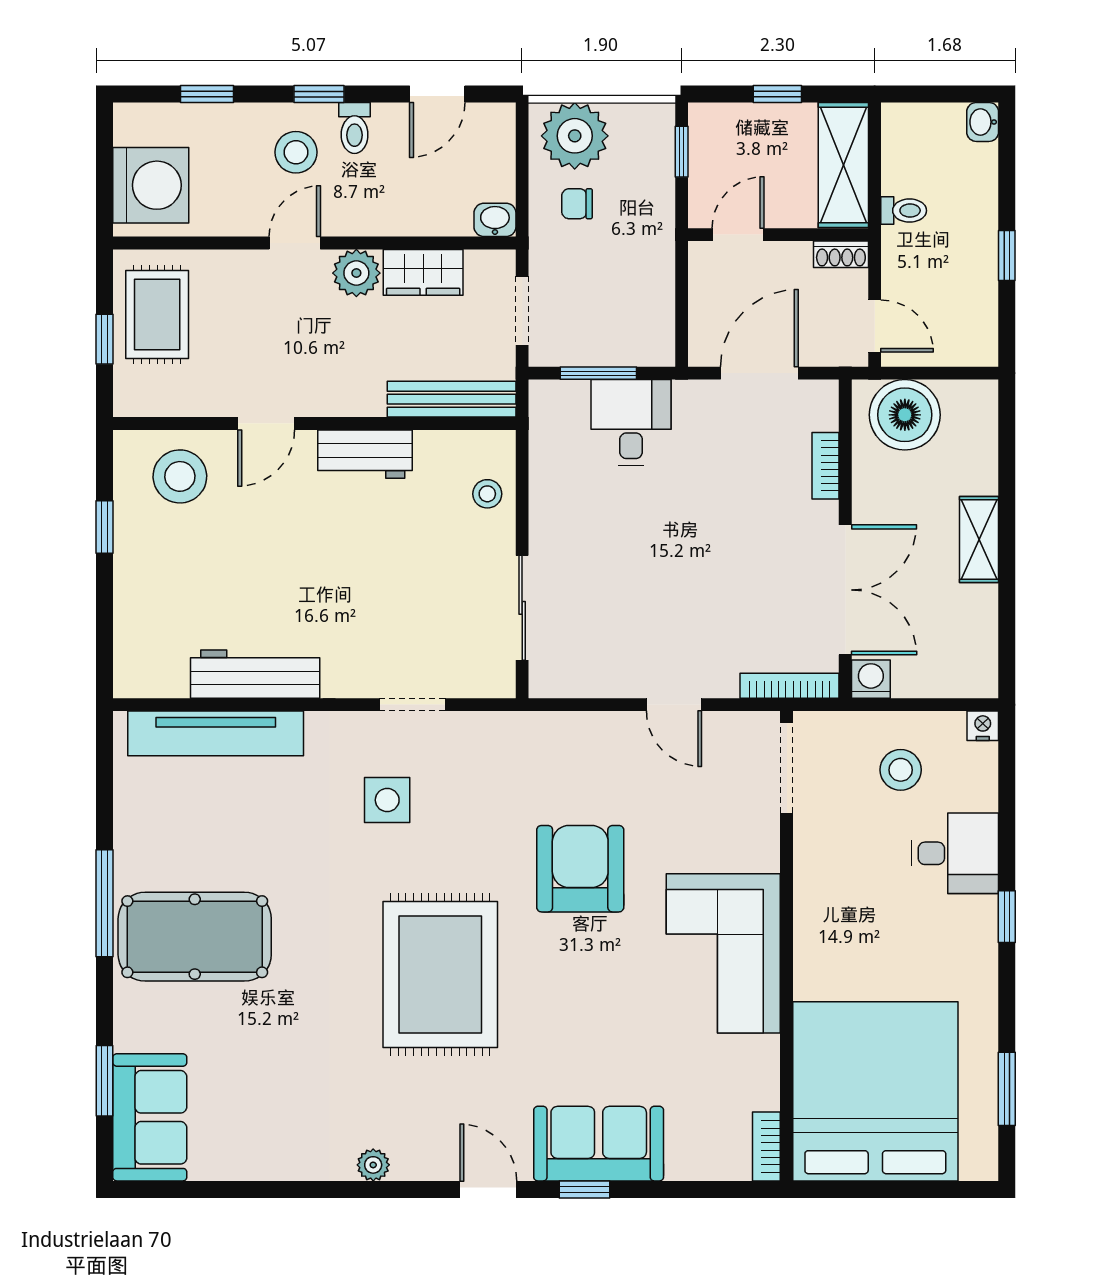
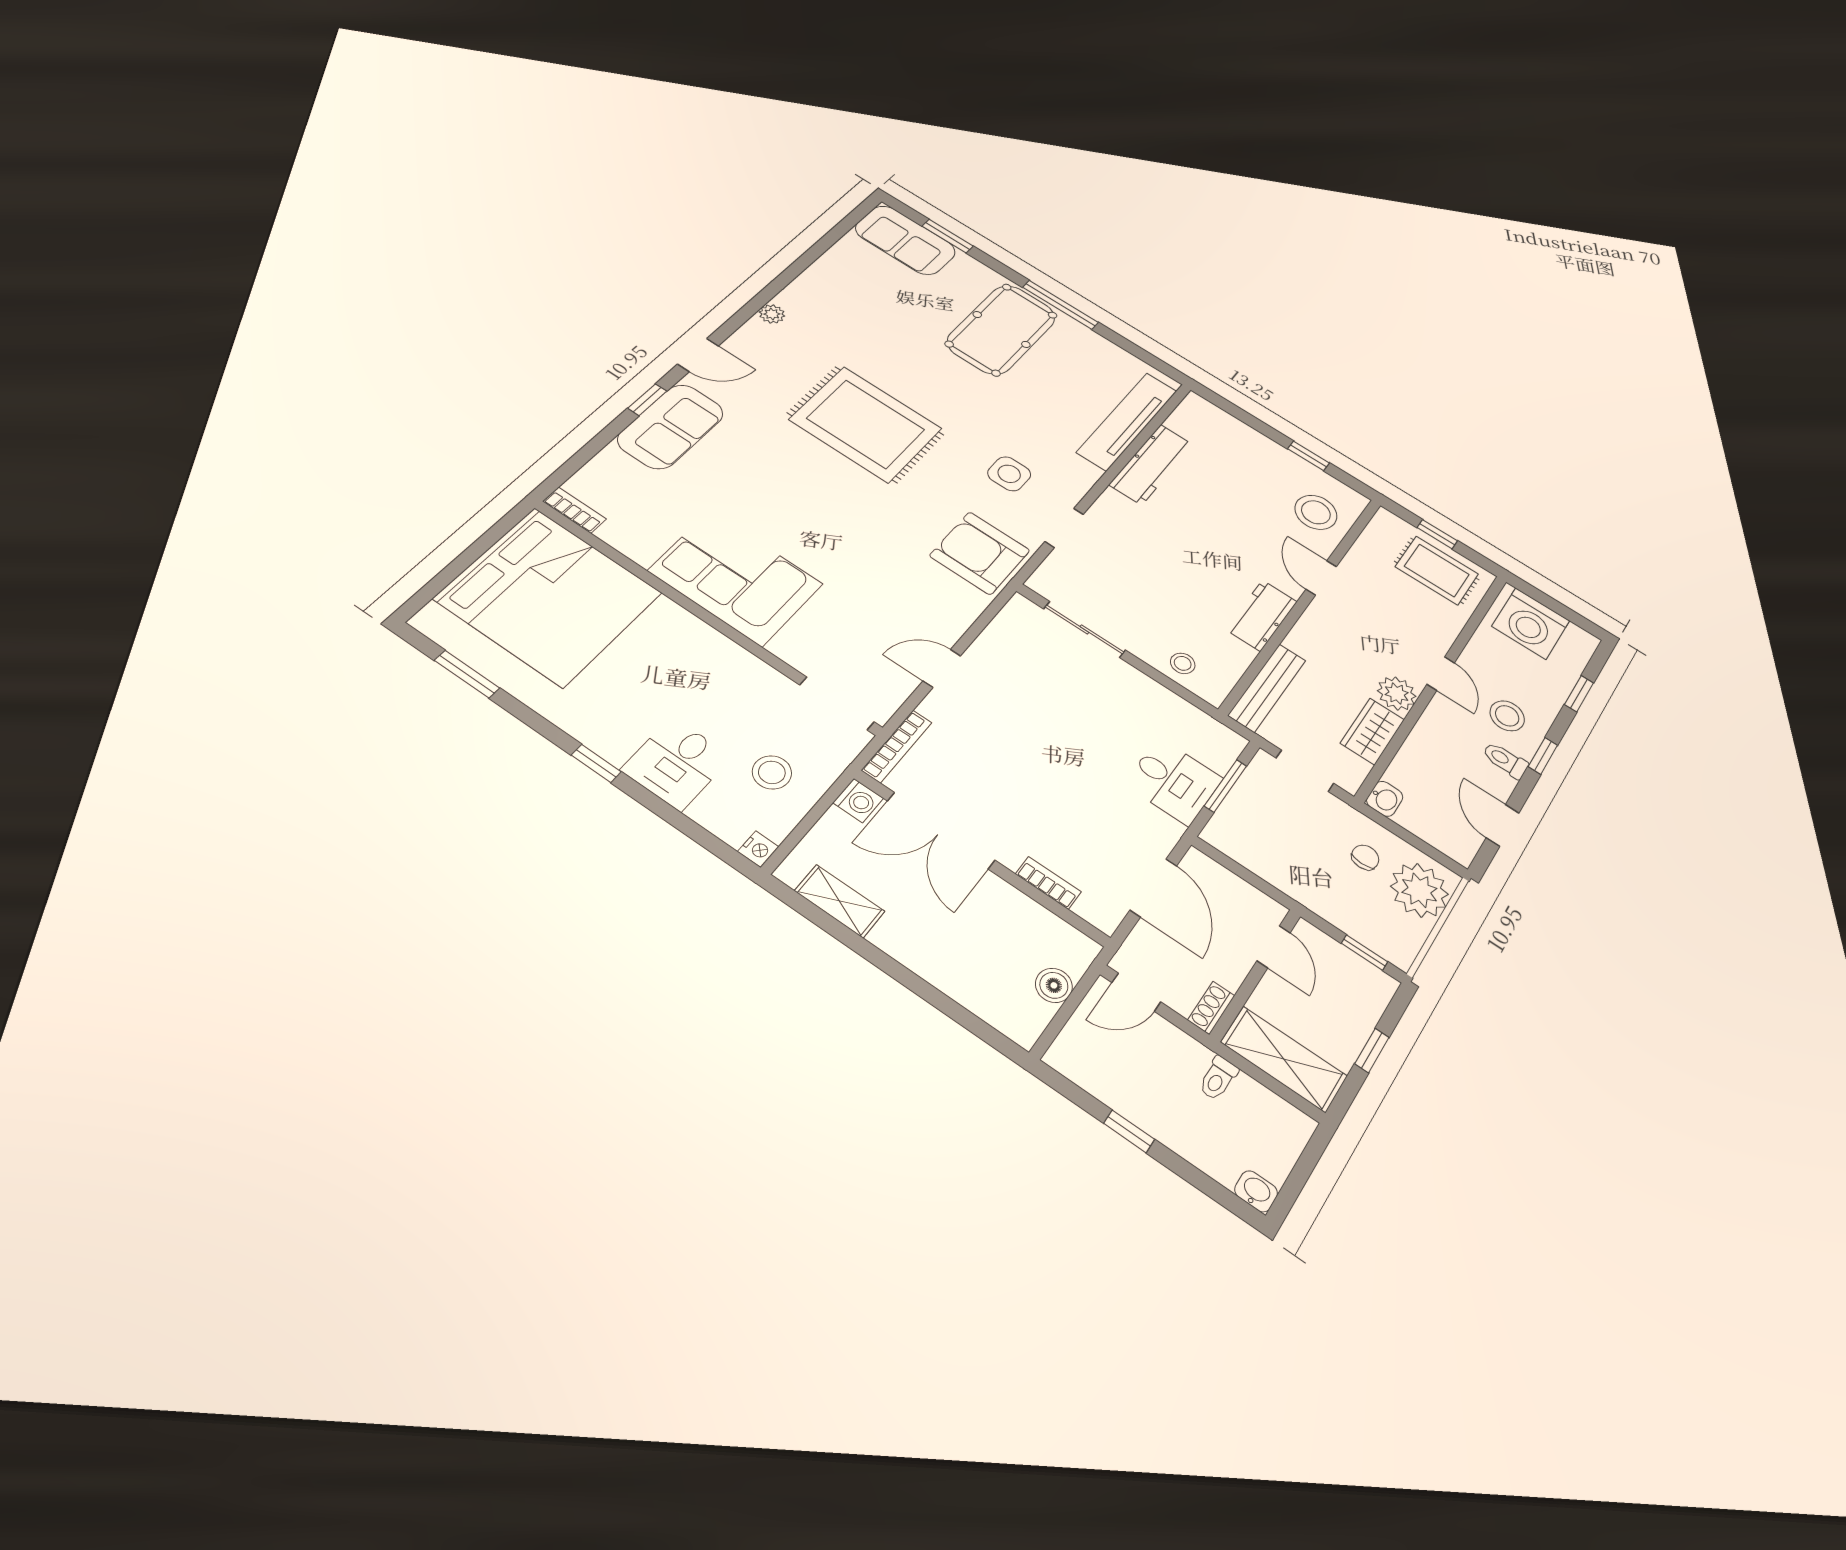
boiler: (905, 415) -> (1054, 985), width x0.54, depth x0.54
shelving: (979, 539) -> (840, 901), moved
armchair: (580, 869) -> (980, 553), moved, turned 180

